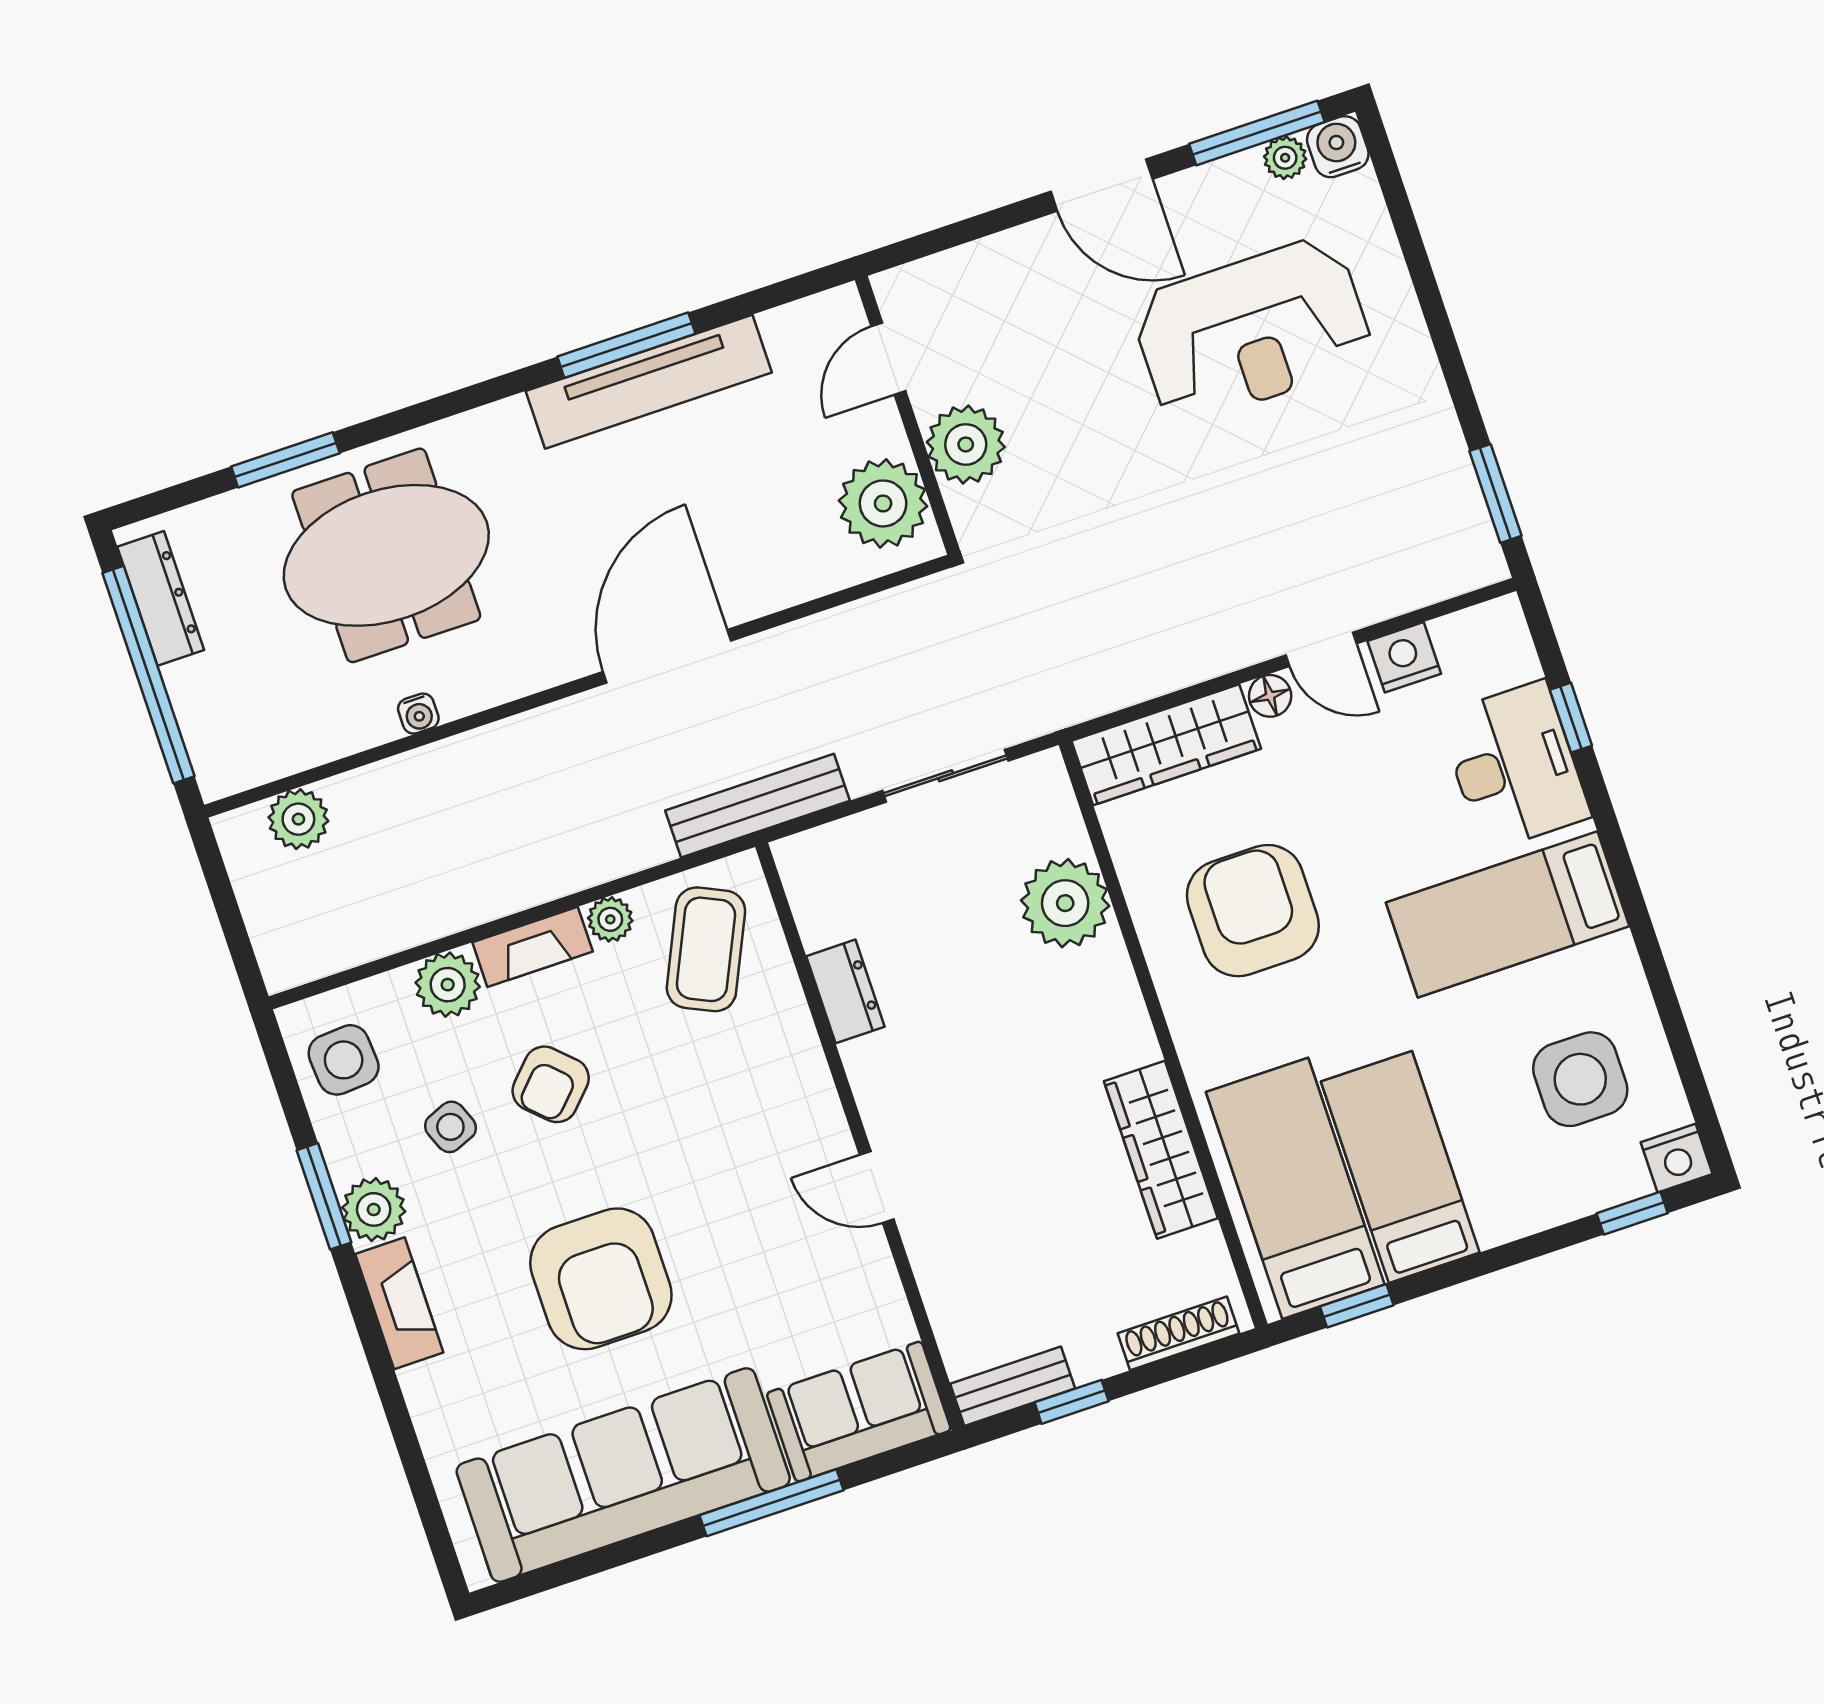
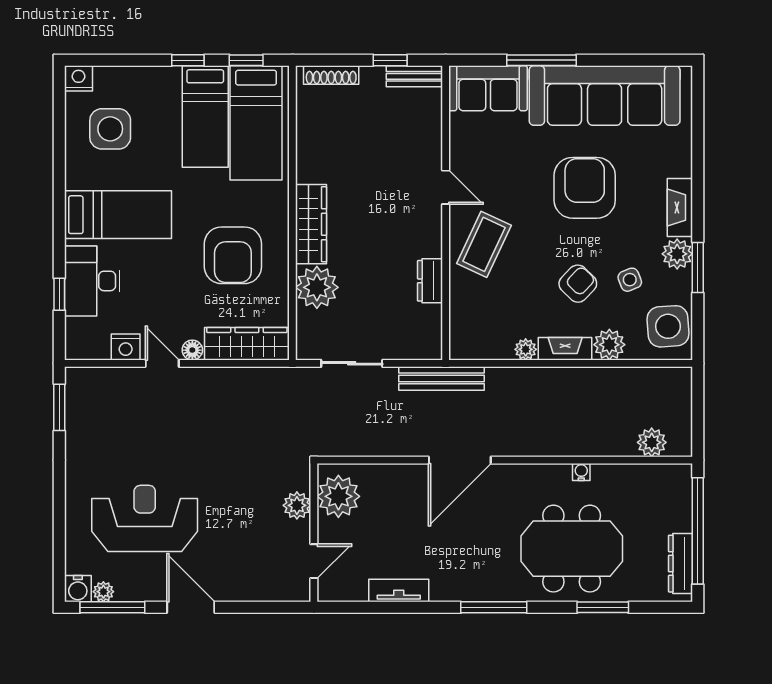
window: (626, 345) -> (494, 607), moved
tv unit: (649, 382) -> (399, 591), width x0.52, depth x0.78
plant: (966, 444) -> (297, 505), width x0.73, depth x0.73
coffee table: (706, 949) -> (484, 244), moved
side table: (344, 1060) -> (668, 326), width x1.37, depth x1.37
wardrobe: (1161, 1150) -> (311, 224), moved
window: (1632, 1213) -> (188, 60), moved

